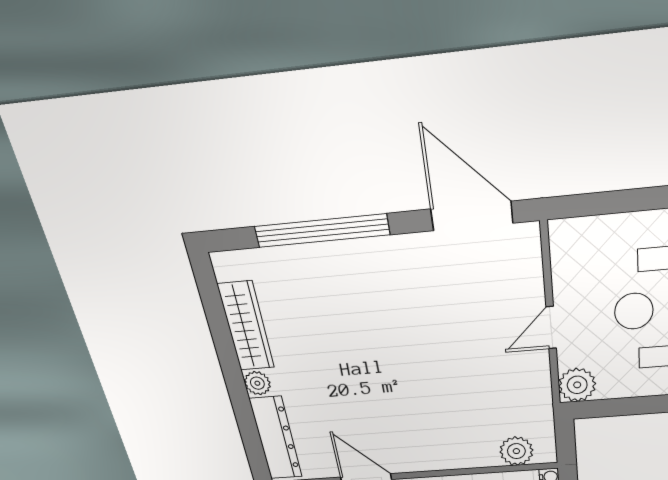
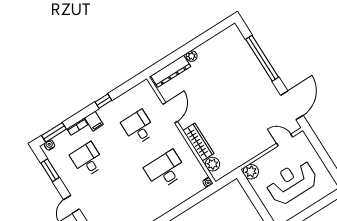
wardrobe: (246, 326) -> (198, 142), moved, turned -90
door: (551, 328) -> (285, 140), moved

